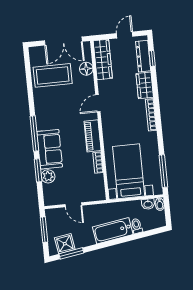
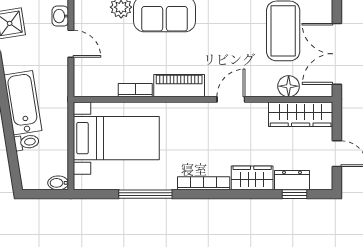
dresser: (143, 56) -> (292, 180), width x0.70
door: (98, 103) -> (231, 99), hinge flipped
window: (163, 171) -> (145, 194), moved
washbasin: (148, 204) -> (60, 16), moved
door: (73, 205) -> (71, 44), swing flipped

